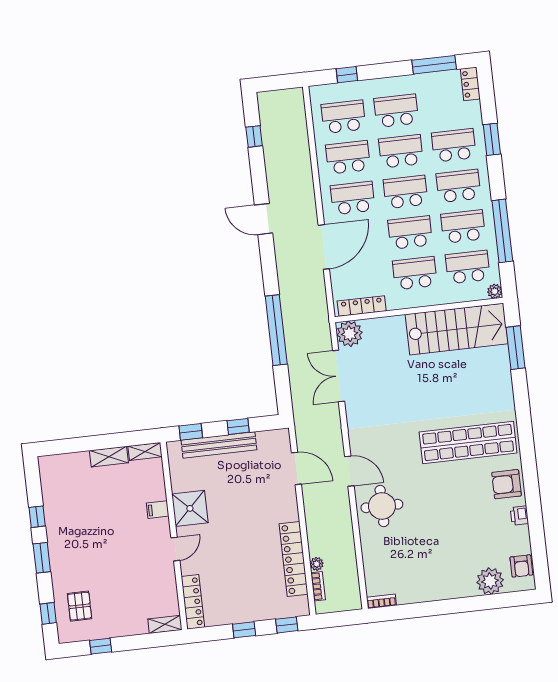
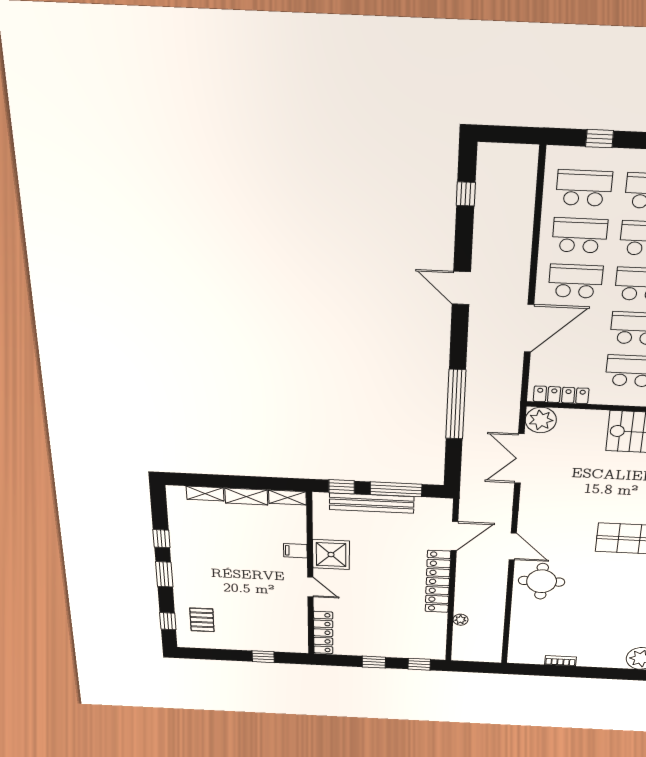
window: (238, 426) -> (396, 489), width x2.17
door: (296, 468) -> (454, 536), hinge flipped
door: (175, 549) -> (310, 587), hinge flipped
locker: (294, 559) -> (438, 582), moved
bookcase: (318, 586) -> (458, 638), removed
bookcase: (381, 601) -> (560, 661), moved
shelving: (165, 624) -> (205, 494), moved
window: (101, 646) -> (263, 657), moved

